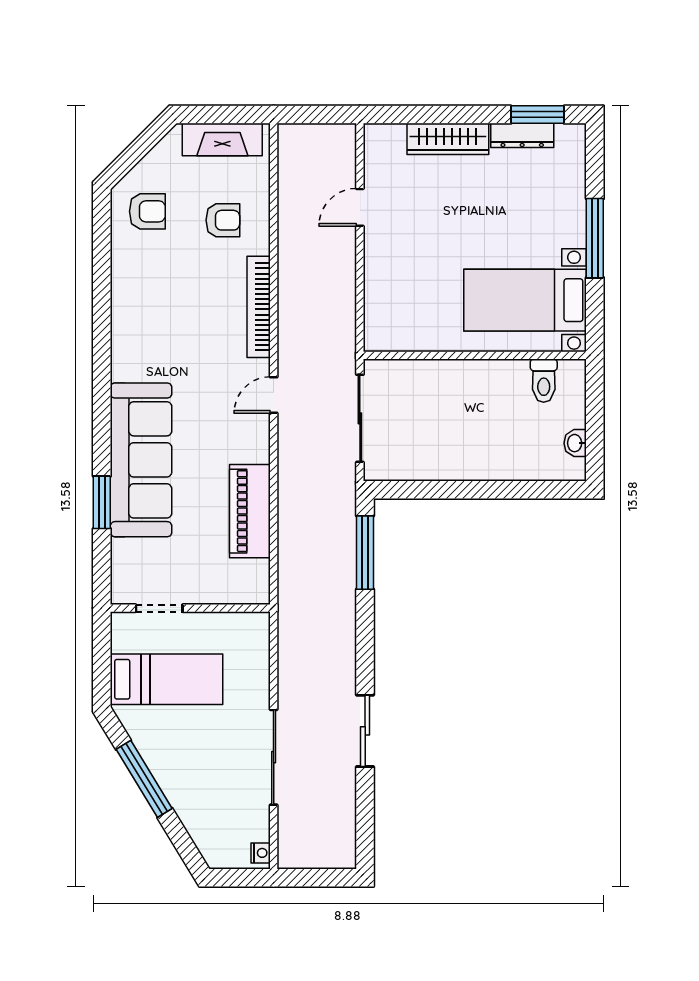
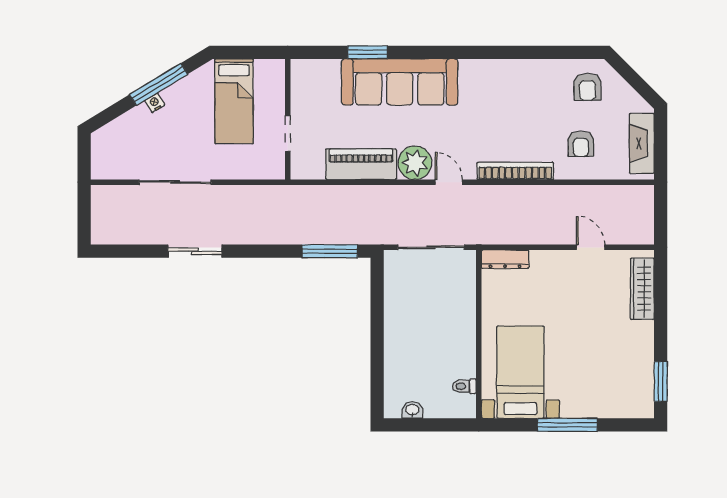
dresser: (522, 135) -> (505, 259), moved, turned -90
wardrobe: (448, 139) -> (642, 289), moved
toilet: (544, 381) -> (464, 386), width x0.73, depth x0.72
plant: (248, 440) -> (415, 163), added
doorway: (159, 608) -> (288, 134), moved
nightstand: (261, 853) -> (155, 103), moved, turned 149

